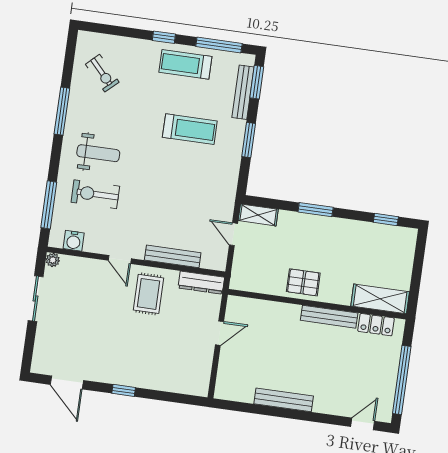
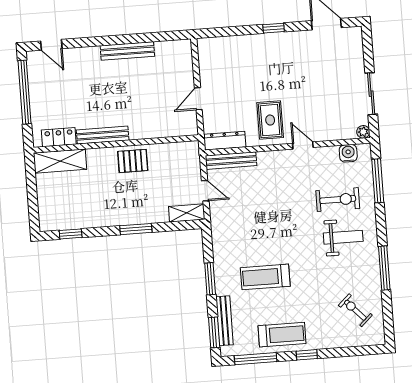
weight bench: (98, 153) -> (343, 237), turned 180
bench: (173, 256) -> (231, 161), moved
door: (363, 424) -> (51, 45), hinge flipped

